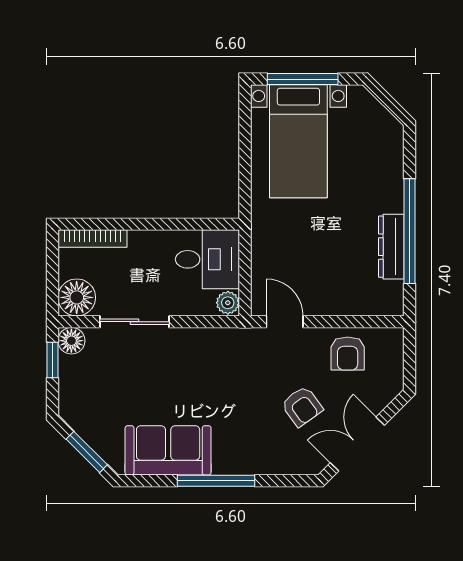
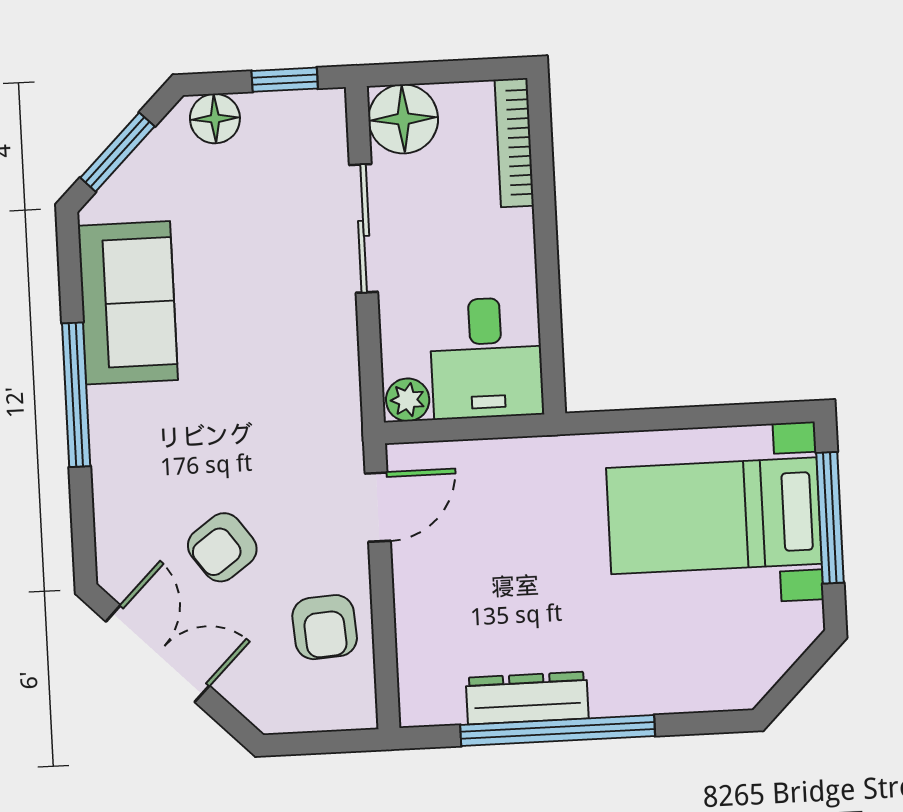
floor lamp: (71, 341) -> (215, 119), moved
armchair: (348, 354) -> (325, 627), turned -94

